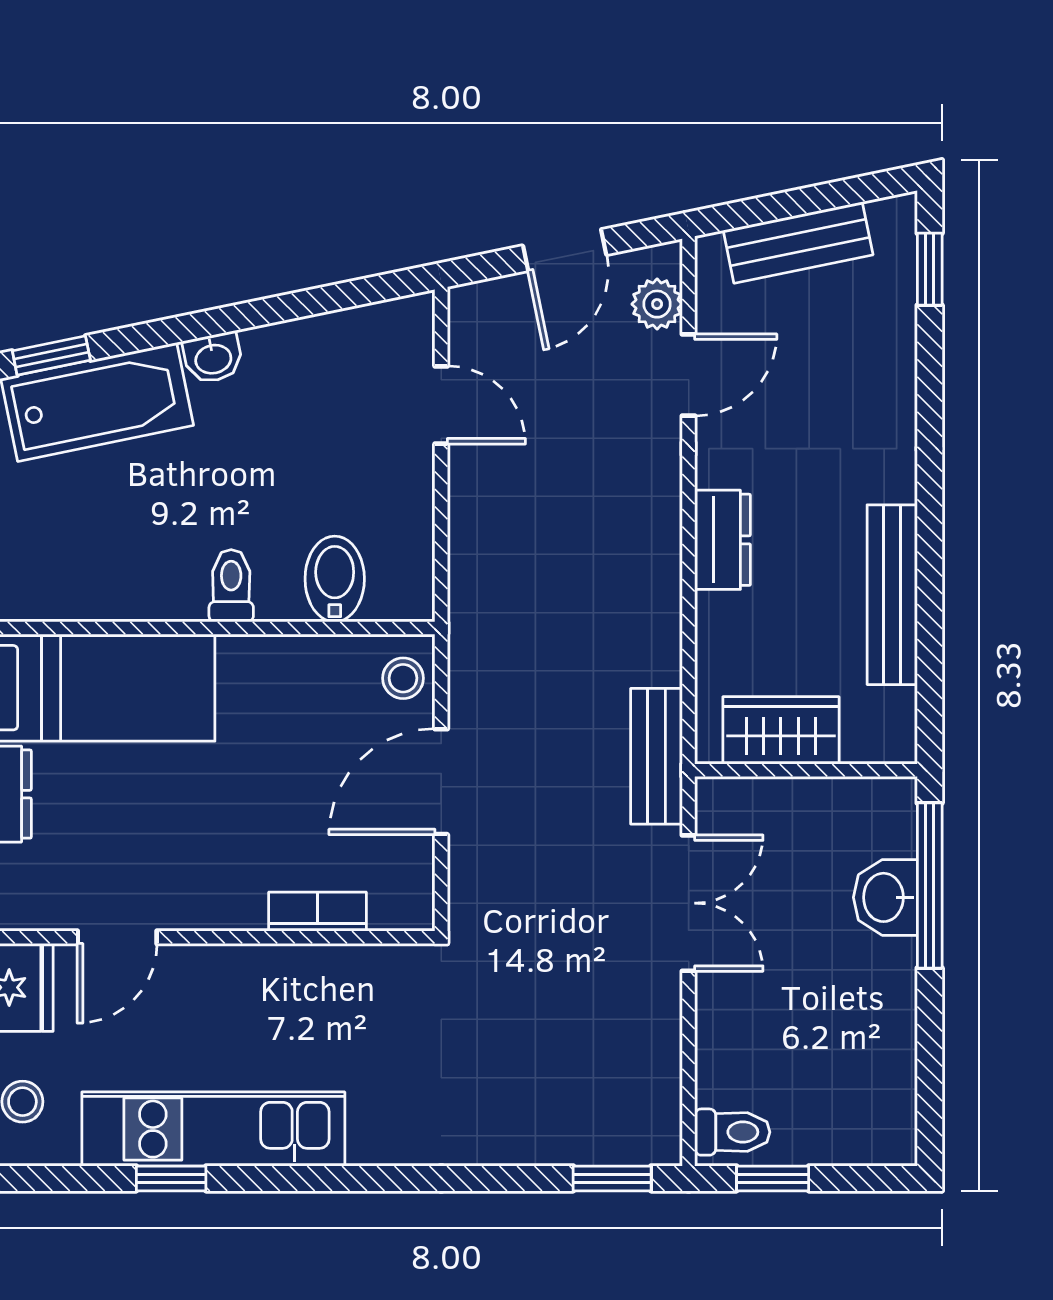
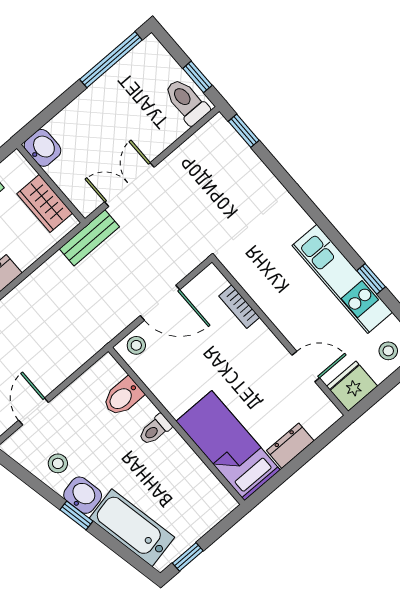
window: (51, 356) -> (76, 515), moved
washbasin: (213, 358) -> (83, 495), width x1.38, depth x1.45
stool: (316, 370) -> (58, 463), added
window: (930, 886) -> (111, 60), moved
washbasin: (885, 897) -> (42, 148), moved, turned -90
toilet: (732, 1132) -> (186, 101), width x1.37, depth x1.39

